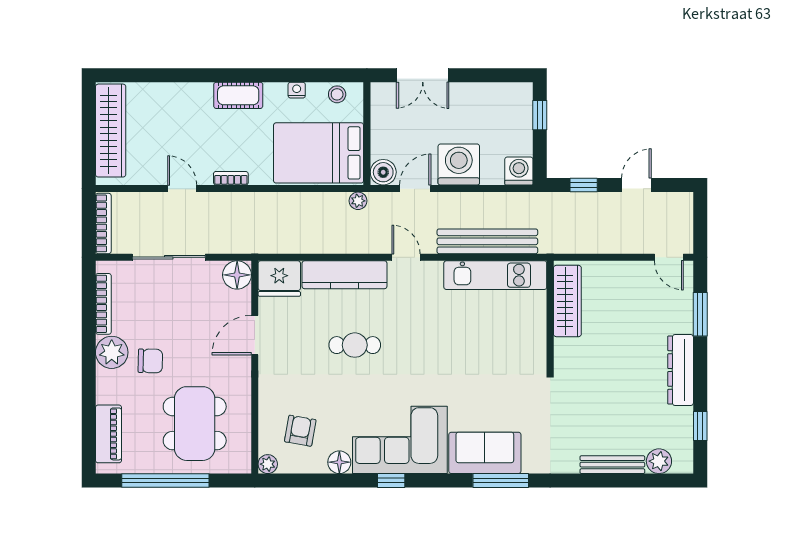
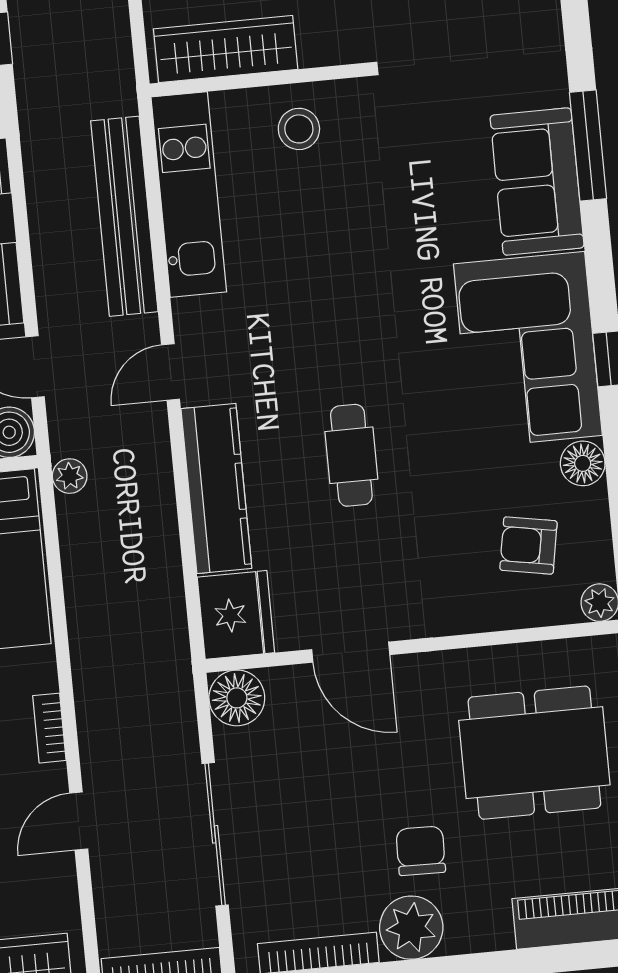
stool: (523, 334) -> (299, 129), added

